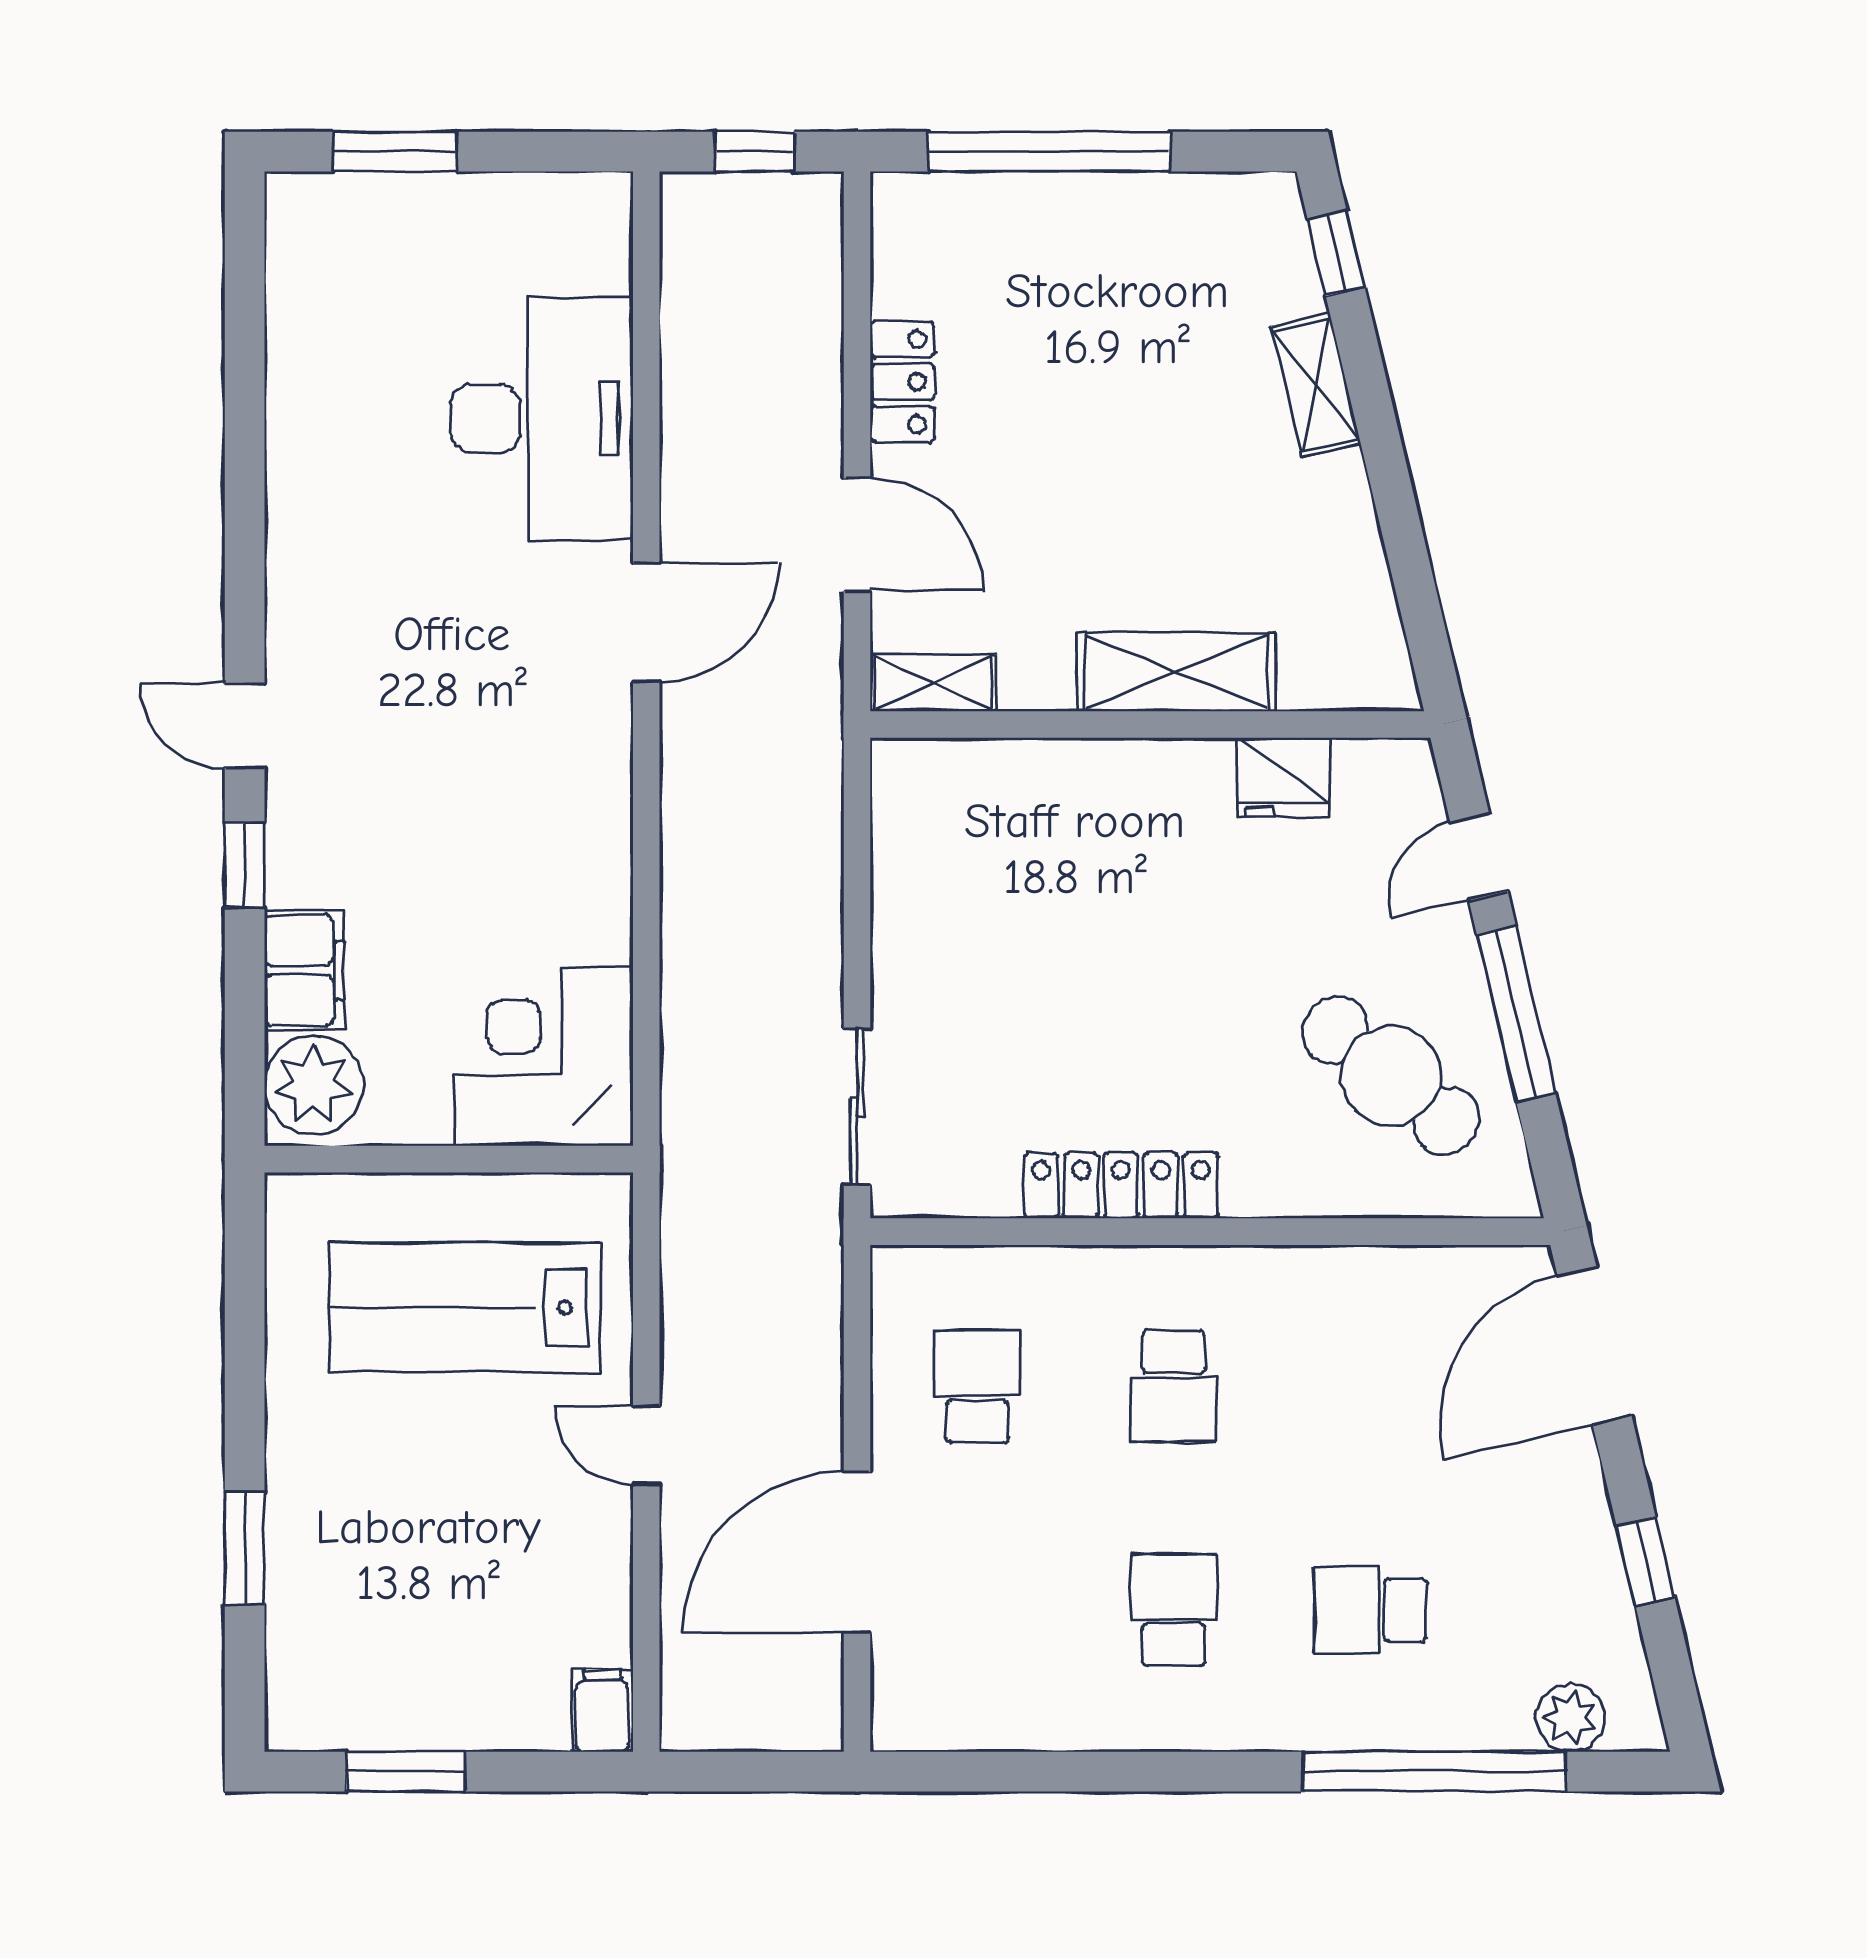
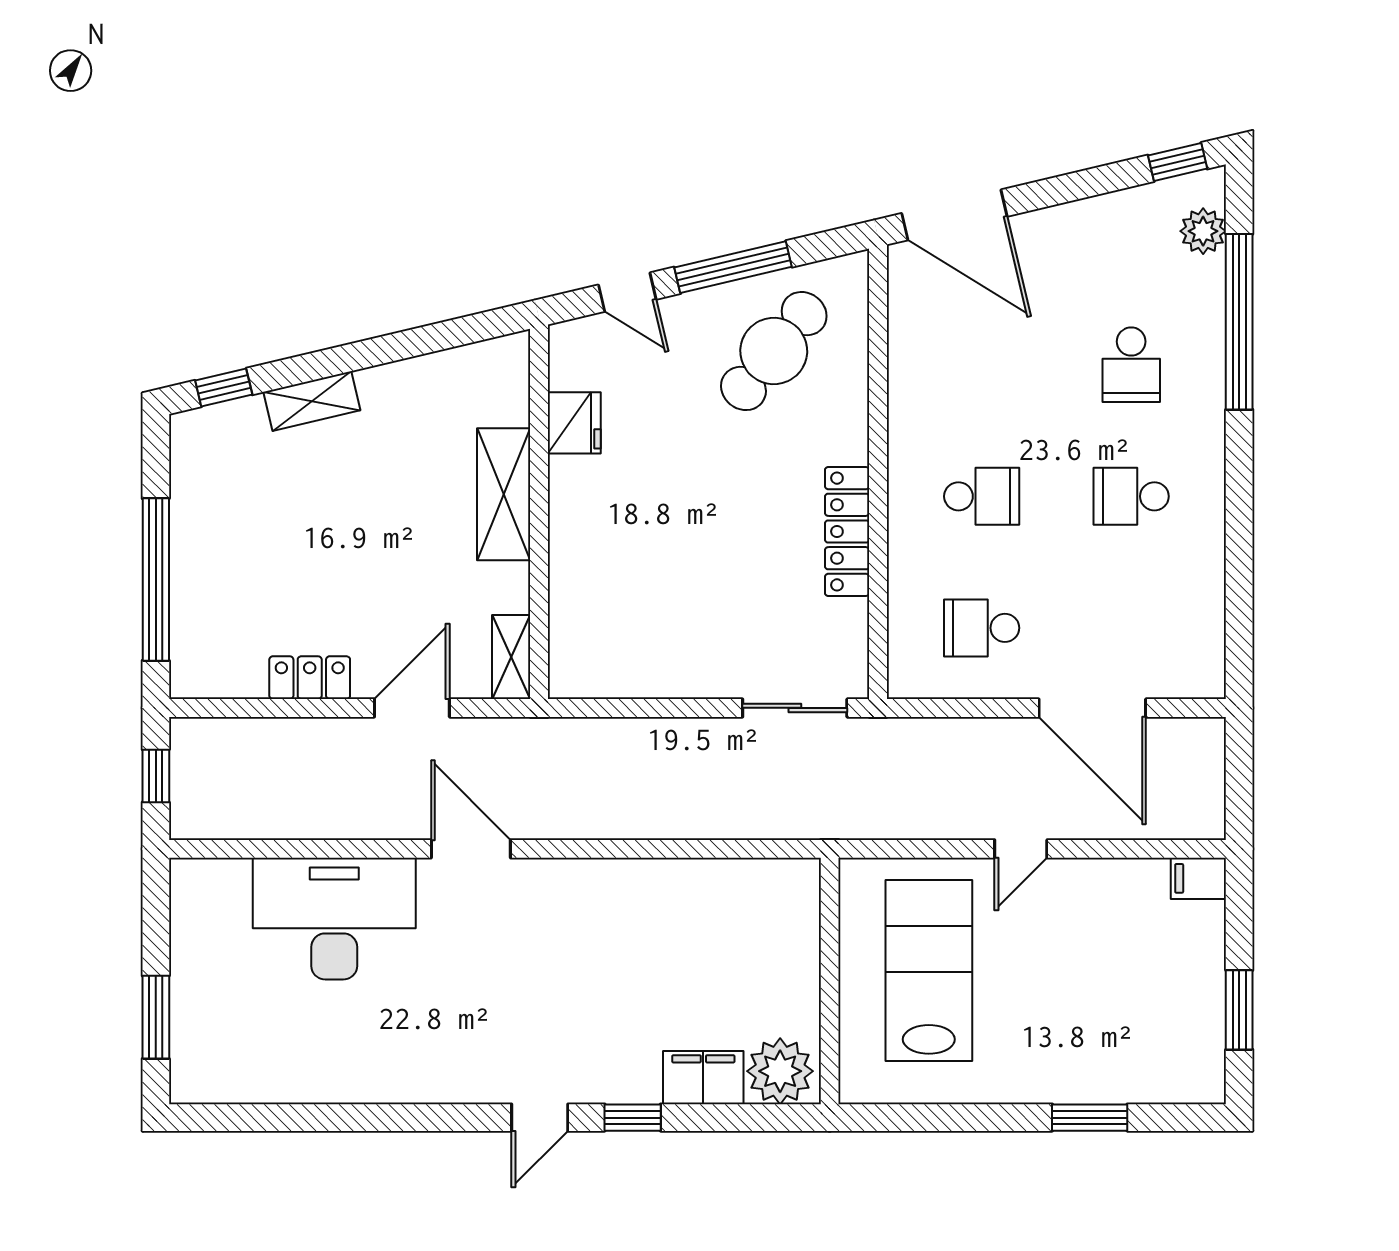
corner desk: (544, 1057) -> (761, 917), removed
lab bench: (465, 1308) -> (929, 970), turned 180
window: (1645, 1561) -> (1178, 162), moved

